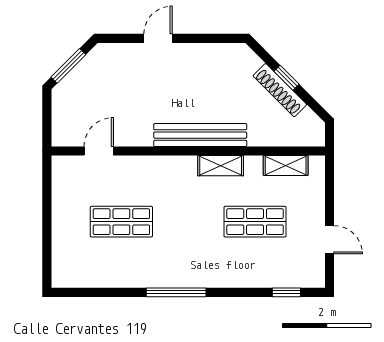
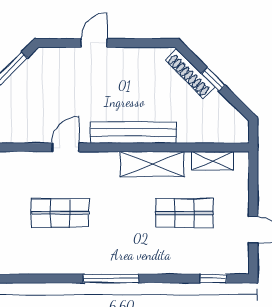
shoe rack: (280, 90) -> (190, 74), moved
door: (99, 151) -> (65, 147), moved
shelving: (221, 166) -> (152, 164), width x1.50, depth x1.33

